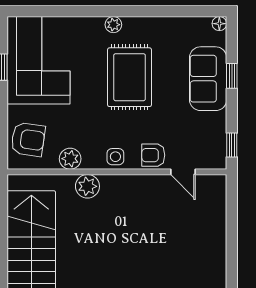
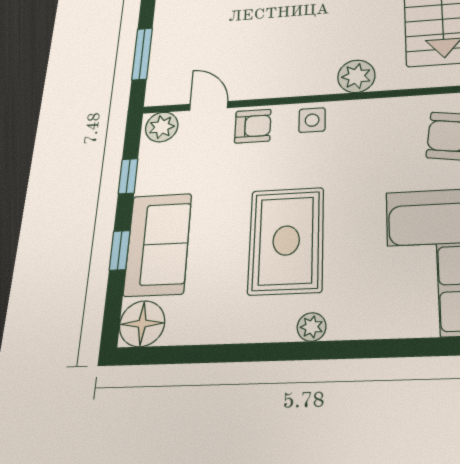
floor lamp: (219, 24) -> (142, 324), width x1.89, depth x1.89
window: (232, 145) -> (128, 176), moved
plant: (70, 159) -> (162, 127), moved
window: (232, 215) -> (142, 54), added

